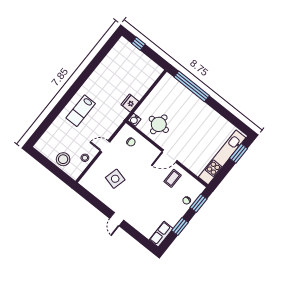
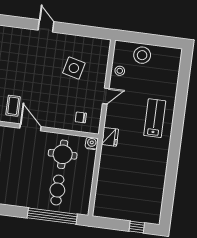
cafe table: (177, 102) -> (57, 190), added
fridge: (130, 103) -> (110, 137), moved
door: (170, 156) -> (31, 127), hinge flipped

